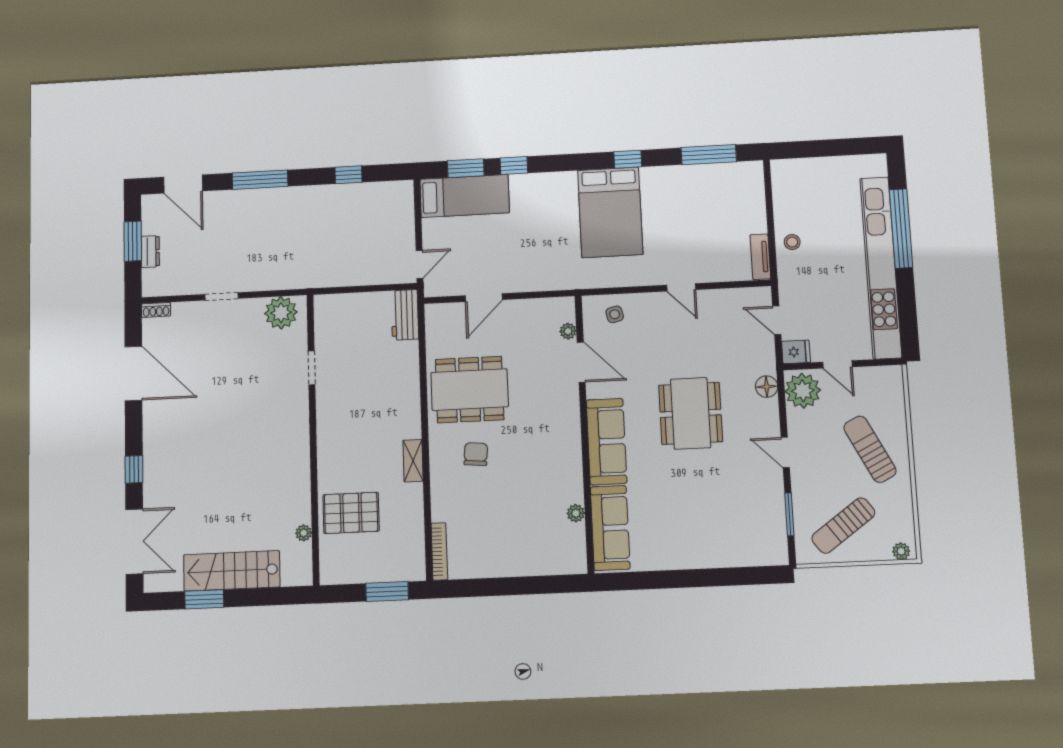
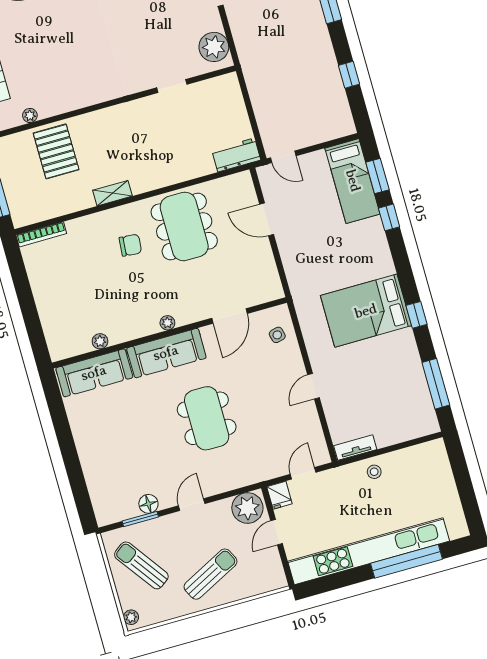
plant: (568, 331) -> (167, 323), moved
floor lamp: (767, 387) -> (148, 504), moved
dining table: (691, 413) -> (207, 418), turned 90

